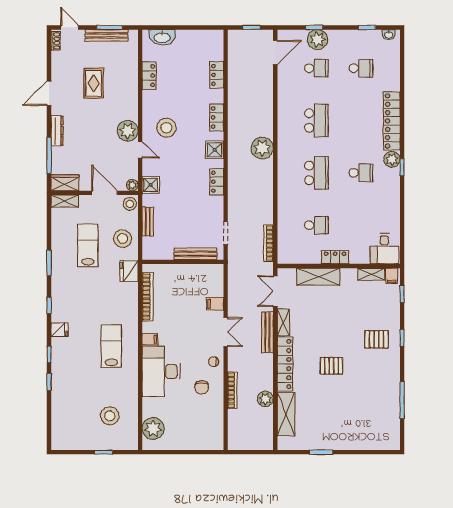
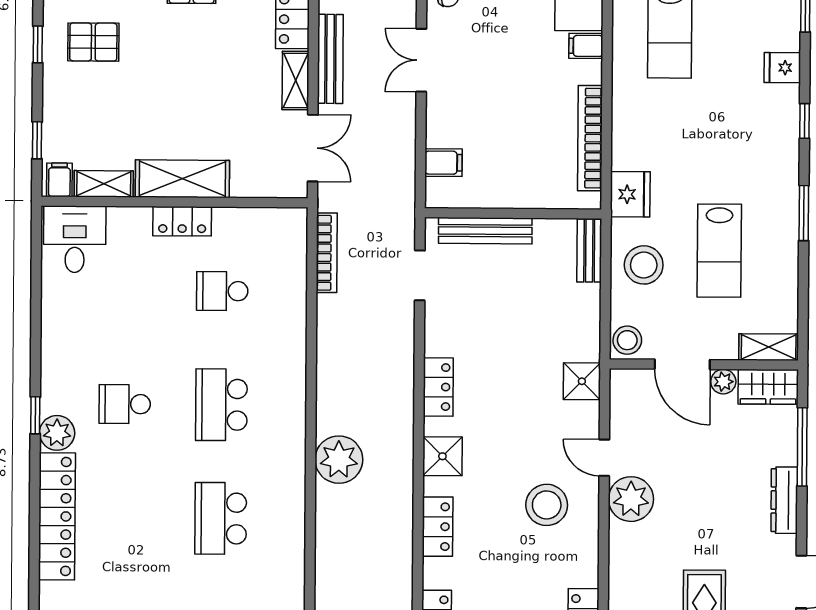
plant: (132, 185) -> (723, 382), moved
bench: (148, 222) -> (589, 251), moved
shelving: (318, 277) -> (182, 179), moved
filing cabinet: (215, 304) -> (443, 163), moved

